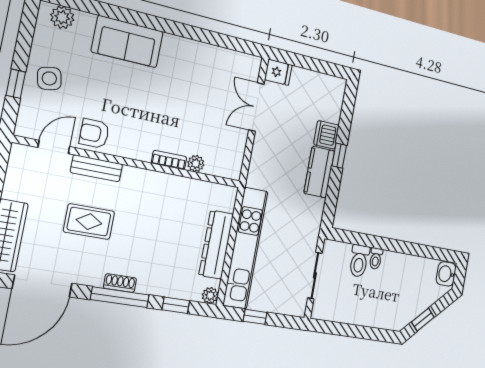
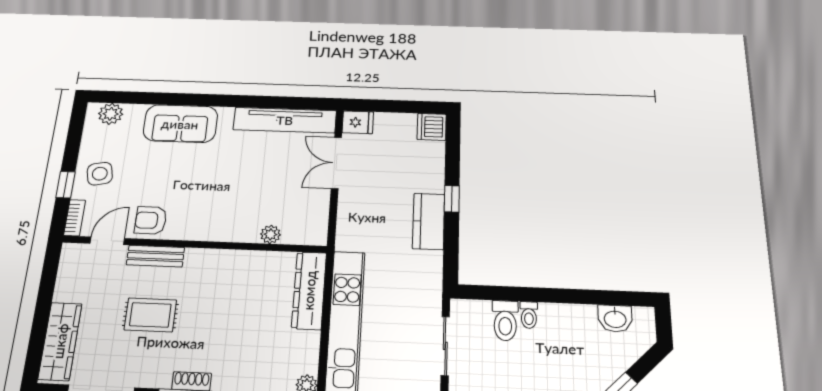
tv unit: (219, 58) -> (285, 120), added
dishwasher: (326, 135) -> (432, 127), moved
bookcase: (169, 160) -> (75, 218), moved, turned 90
dresser: (216, 245) -> (309, 290), moved
washbasin: (446, 274) -> (615, 319), moved, turned -90

